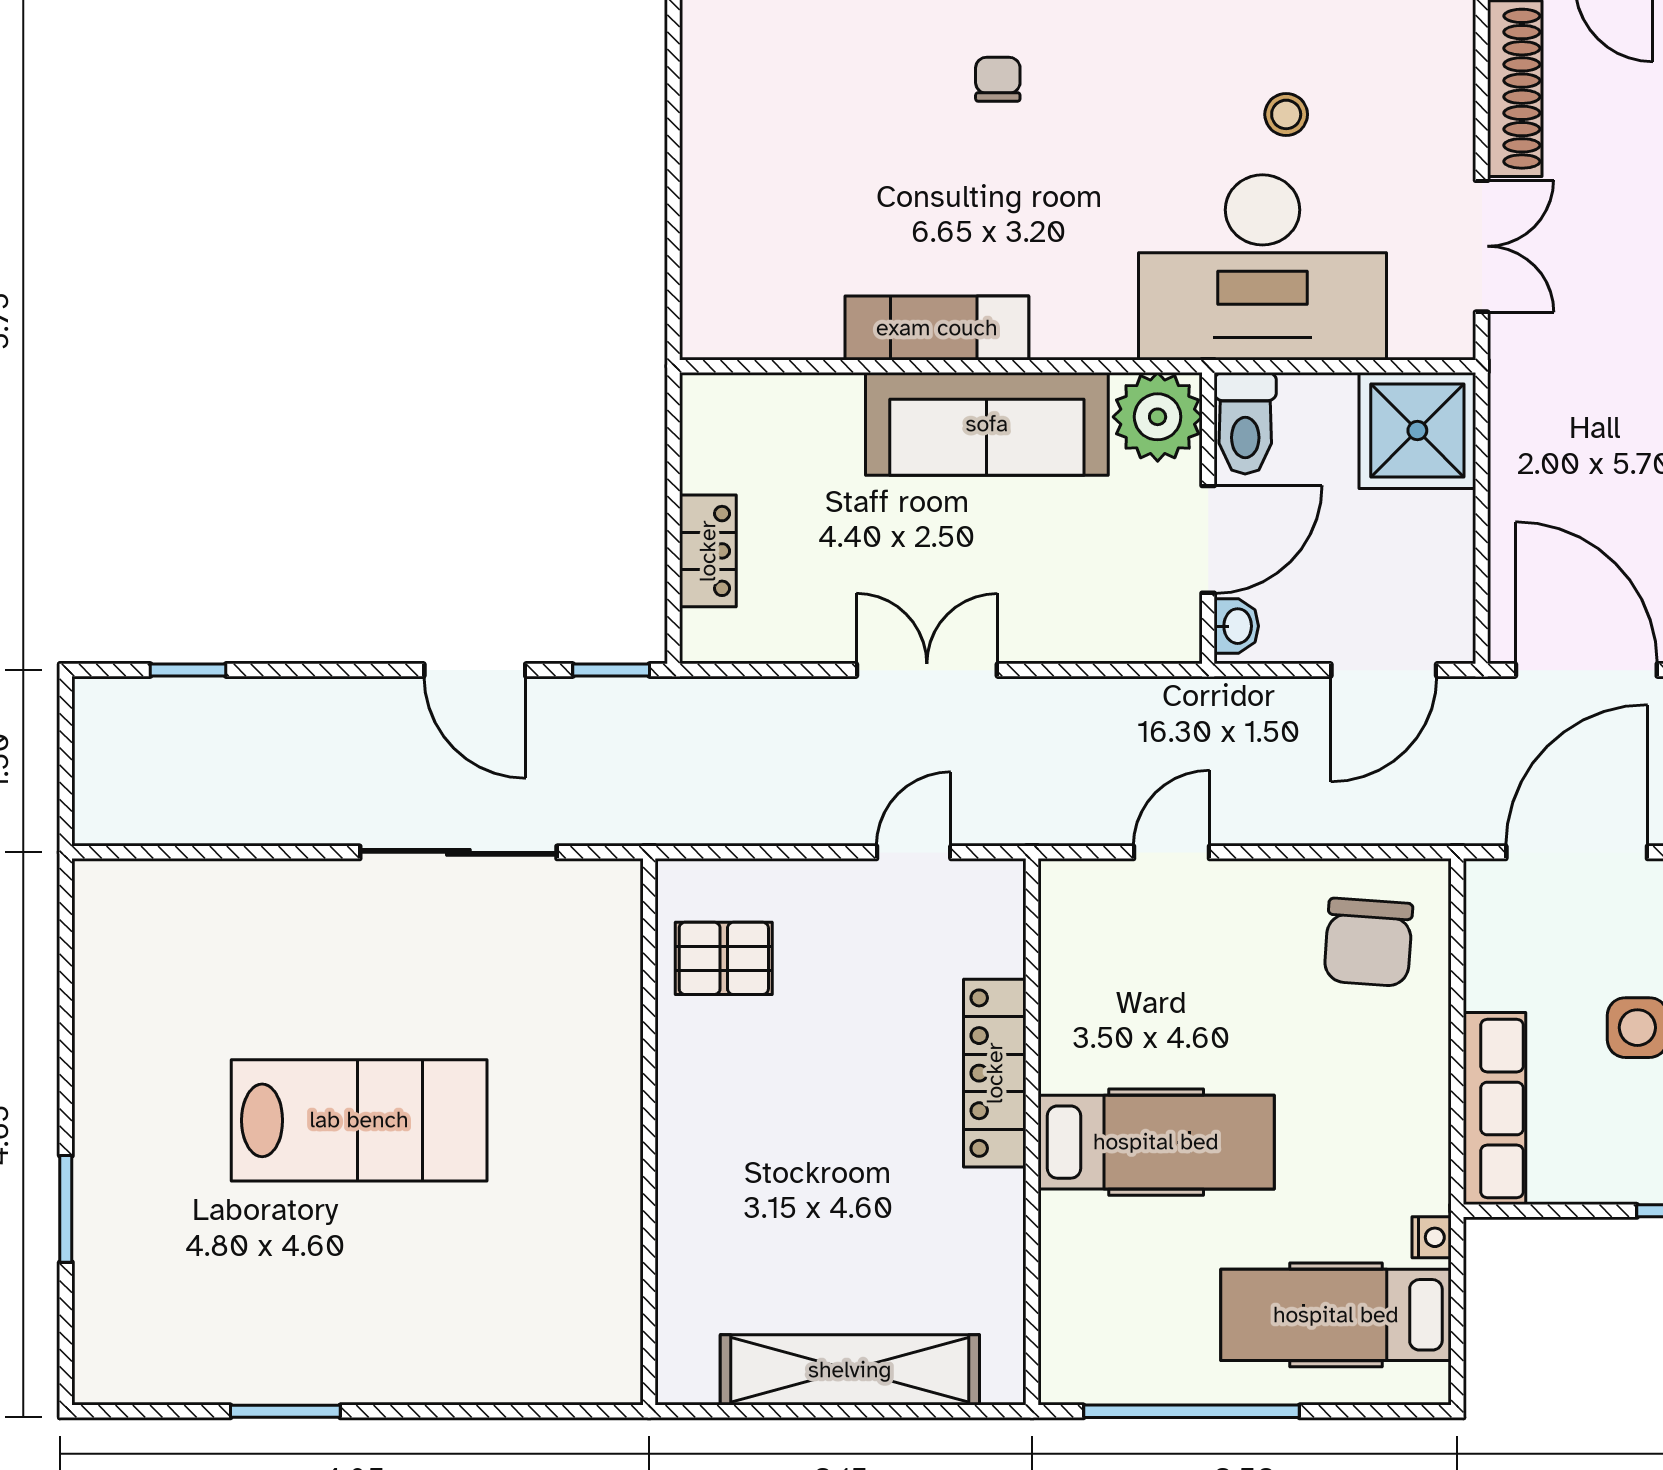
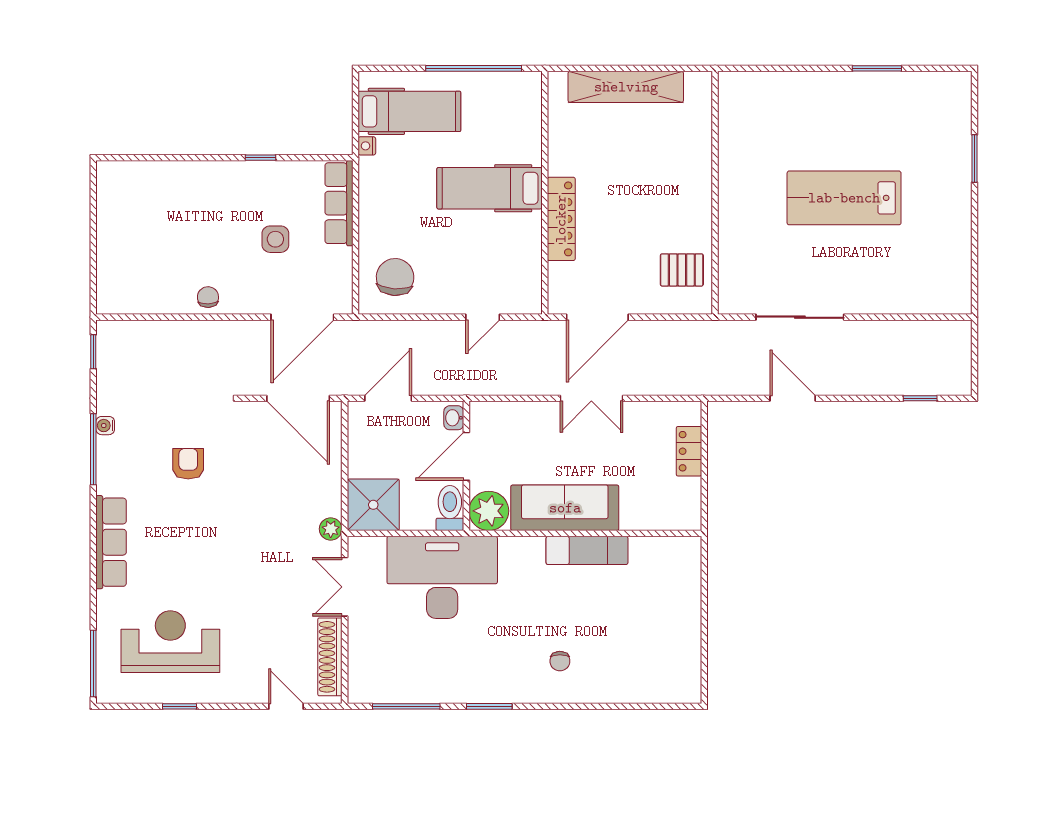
stool: (1286, 114) -> (432, 645), removed
plant: (1513, 376) -> (331, 529), added
window: (611, 670) -> (732, 398), removed
door: (914, 852) -> (597, 317), width x1.88

